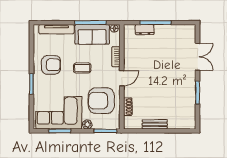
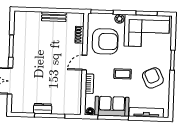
dresser: (145, 30) -> (43, 109), moved
armchair: (51, 65) -> (153, 78), turned 65

